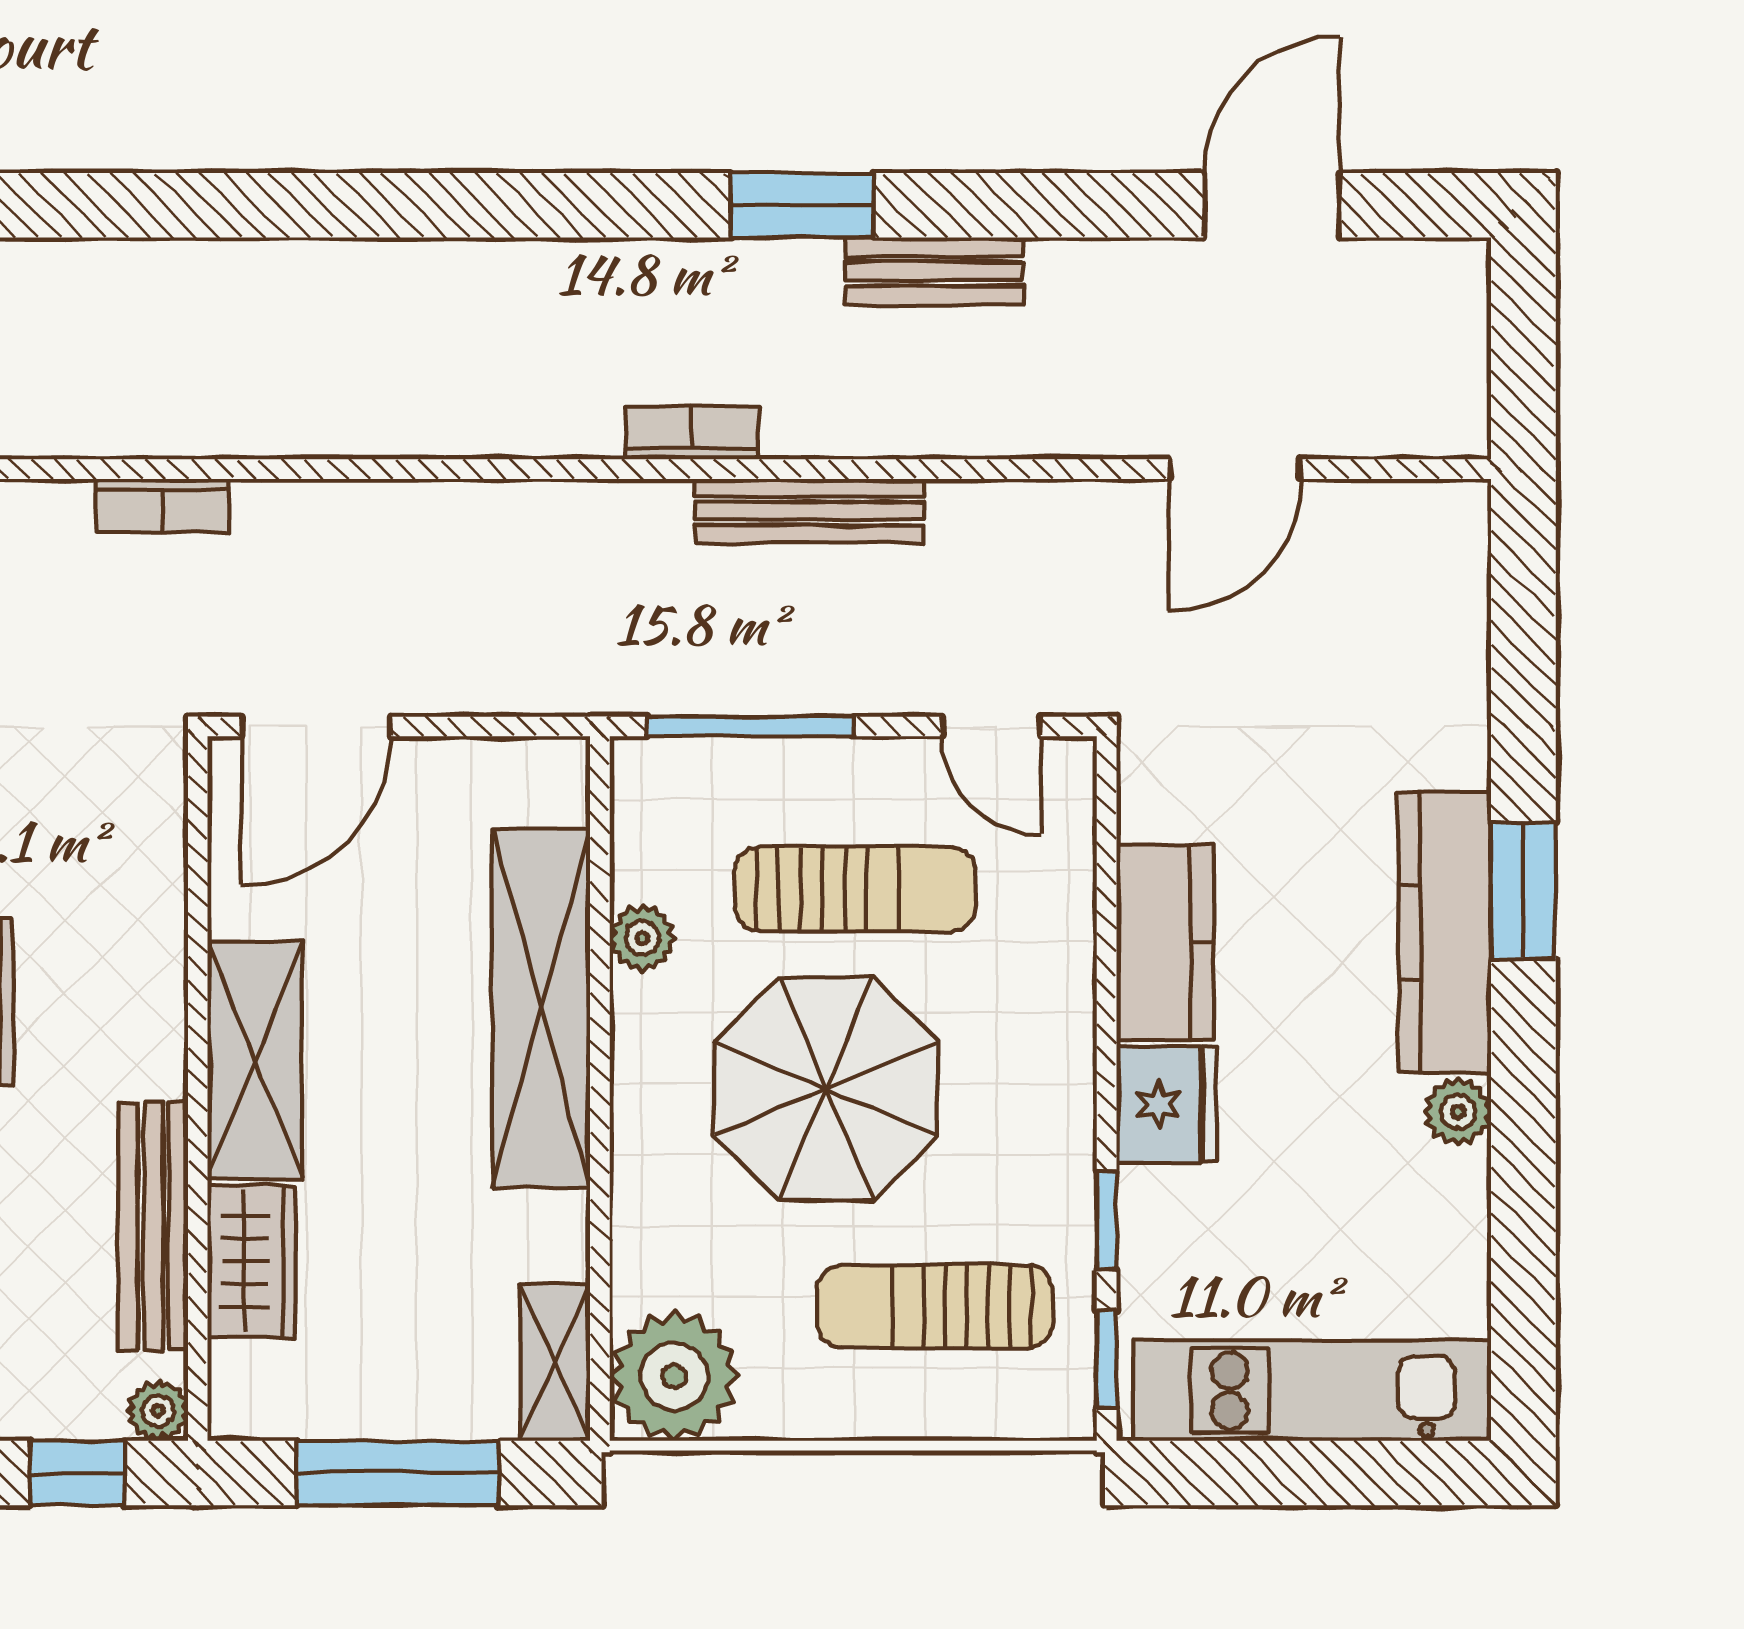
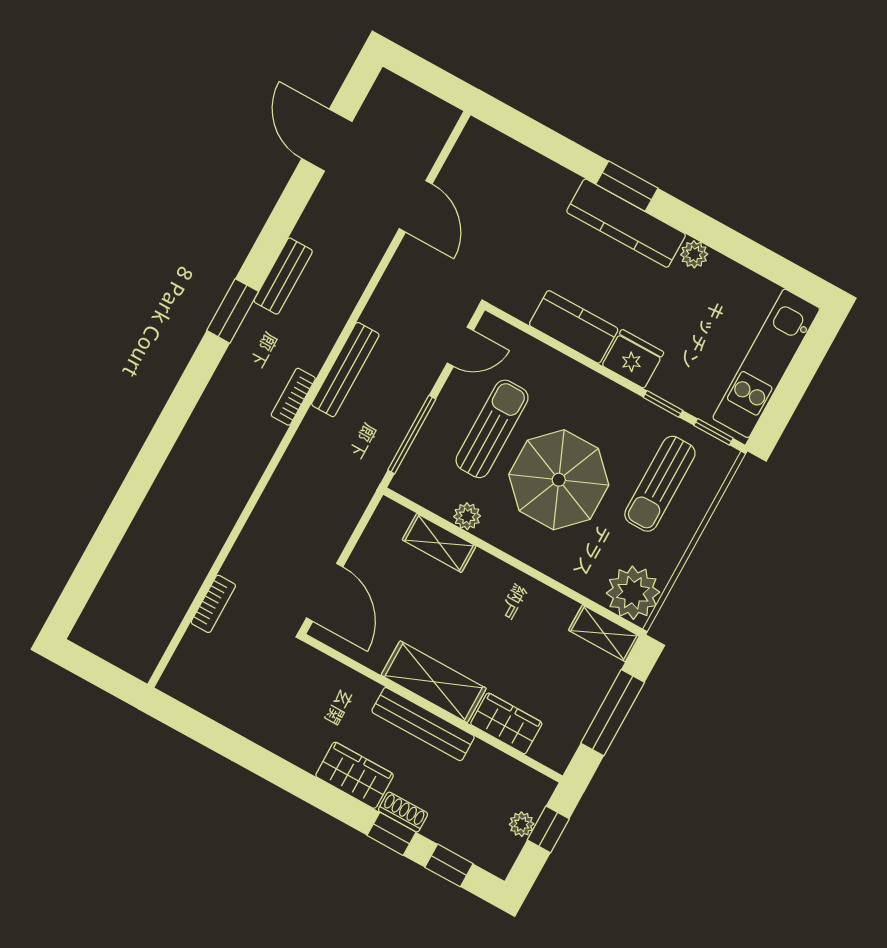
shelving: (541, 1008) -> (439, 543), width x0.45, depth x0.75
bench: (153, 1226) -> (423, 724), moved
plant: (158, 1411) -> (522, 824), moved

